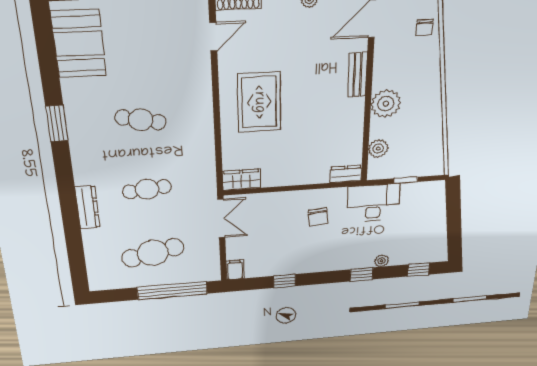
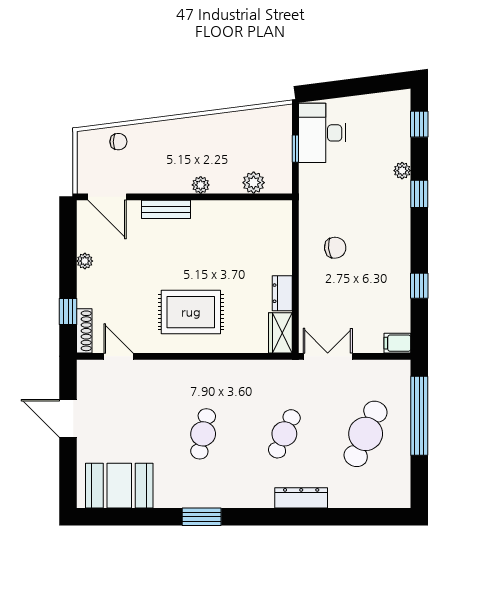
plant: (386, 104) -> (201, 185), width x0.53, depth x0.53
dresser: (346, 174) -> (282, 293), moved
cafe table: (147, 189) -> (284, 434), turned 30
desk: (373, 203) -> (322, 133), moved
cafe table: (153, 253) -> (366, 434), turned 36

